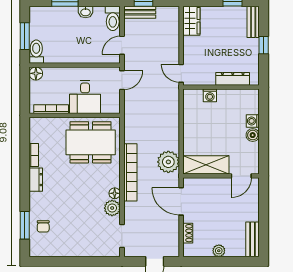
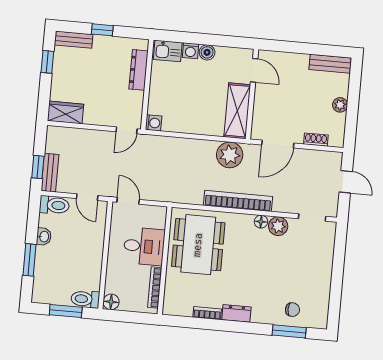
washing machine: (210, 95) -> (153, 123), moved
kitchen sink: (251, 102) -> (168, 51), added

